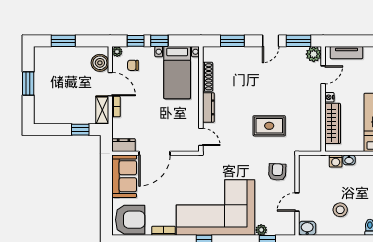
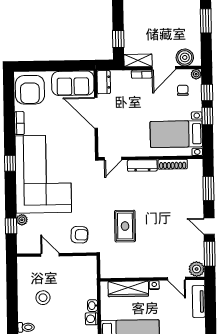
washing machine: (336, 161) -> (92, 319), moved
washbasin: (307, 228) -> (24, 265), removed

